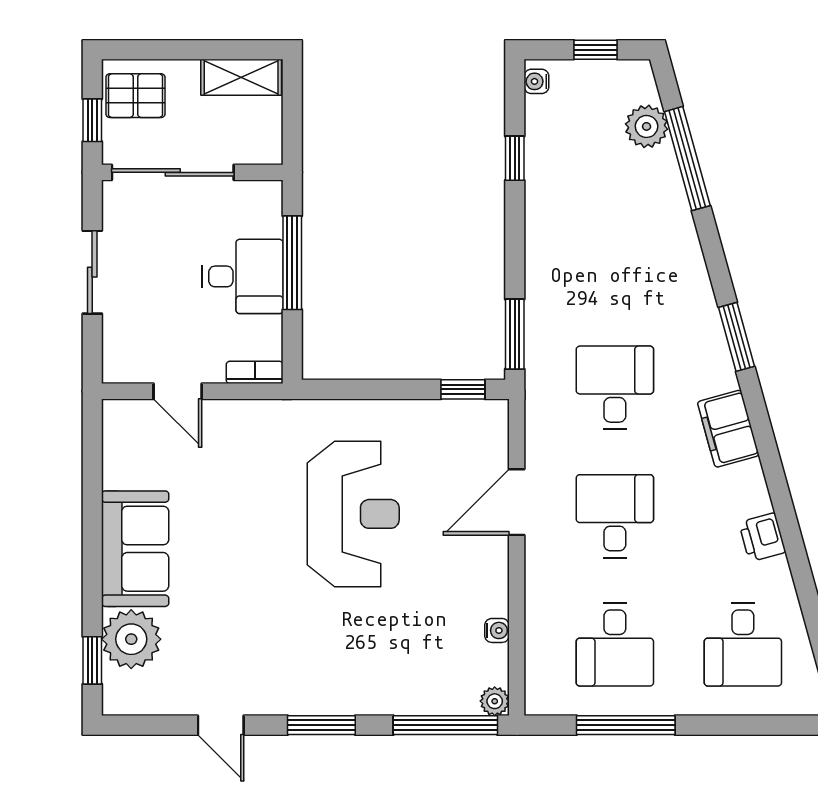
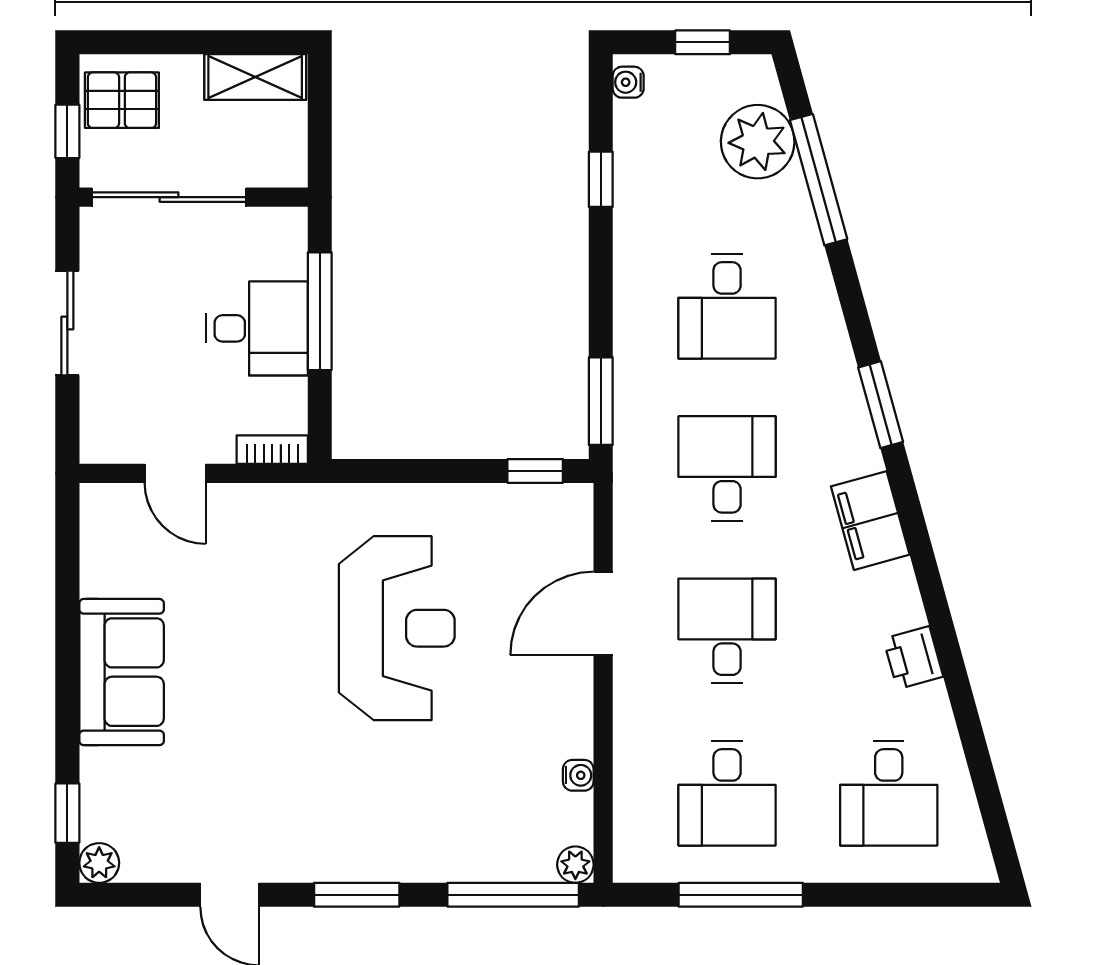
plant: (647, 126) -> (758, 142), width x1.36, depth x1.36
desk: (615, 259) -> (727, 306), added
plant: (131, 639) -> (99, 863), moved, width x0.53, depth x0.53

